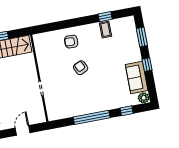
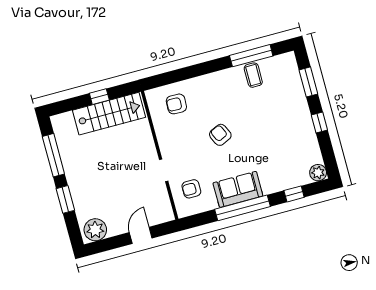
window: (105, 17) -> (251, 56), width x2.17
armchair: (71, 42) -> (176, 104), moved
sofa: (137, 77) -> (238, 189), moved, turned 90
armchair: (59, 102) -> (191, 189), added

